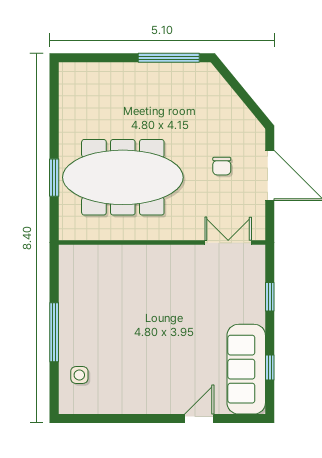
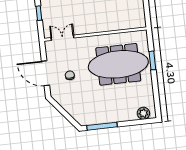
plant: (84, 74) -> (143, 113), added
double door: (228, 243) -> (62, 38), swing flipped

